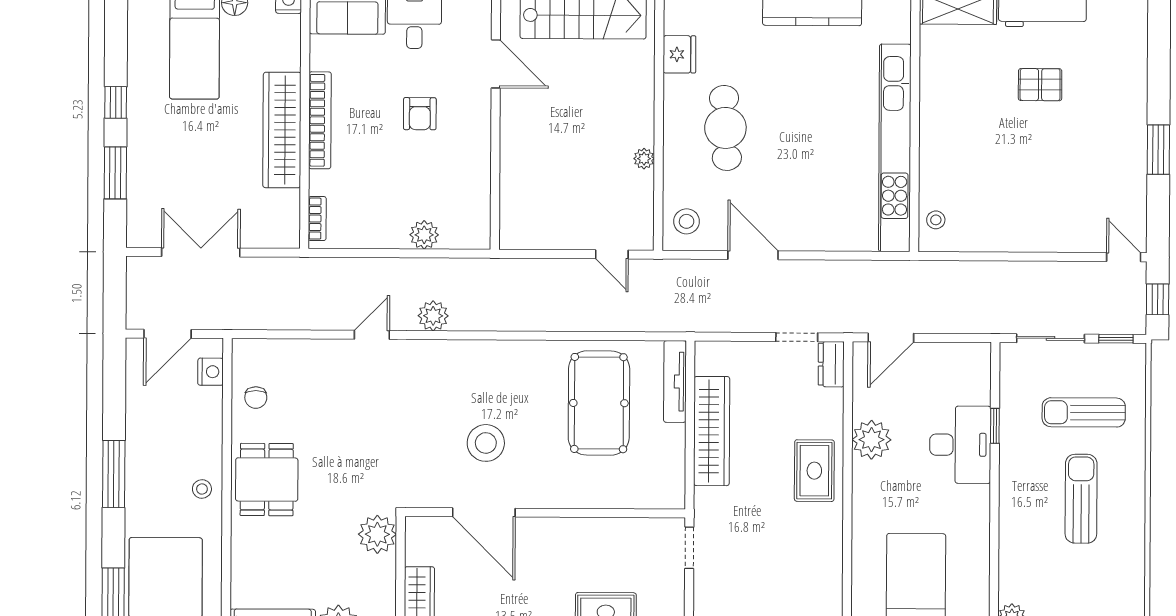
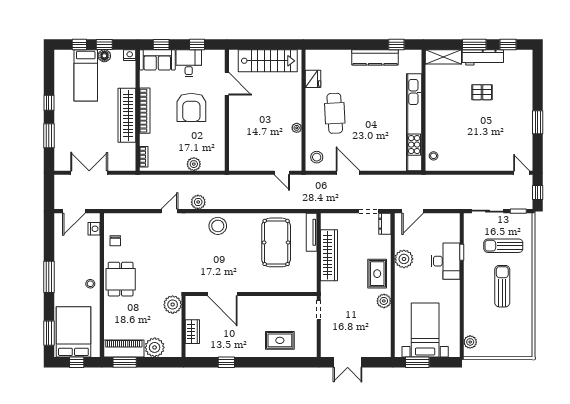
armchair: (420, 114) -> (191, 107), width x1.88, depth x1.88
stool: (486, 443) -> (218, 226), moved
plant: (828, 529) -> (384, 301), added

